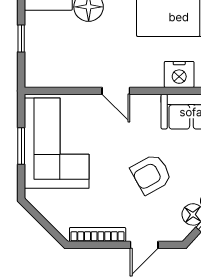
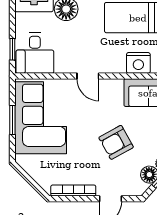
window: (21, 39) -> (12, 49), moved
desk: (49, 62) -> (35, 53), added

